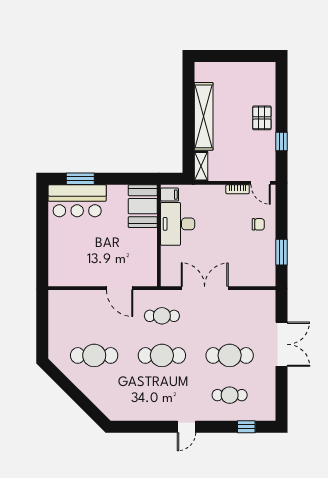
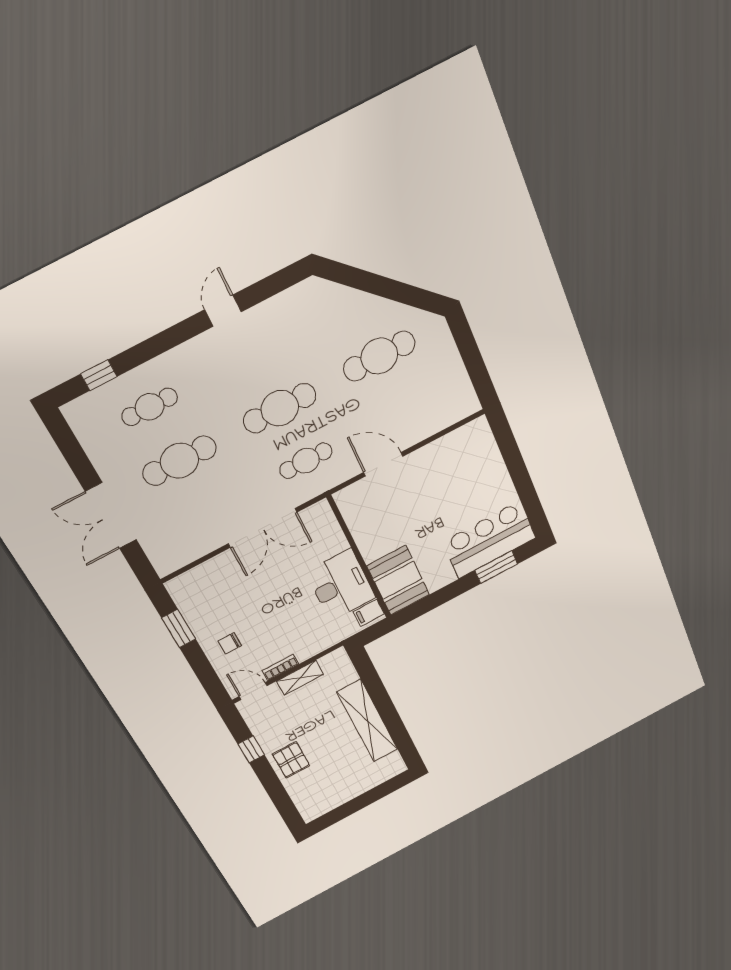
shelving: (201, 166) -> (300, 678), moved, turned 90
door: (186, 427) -> (223, 311), moved

